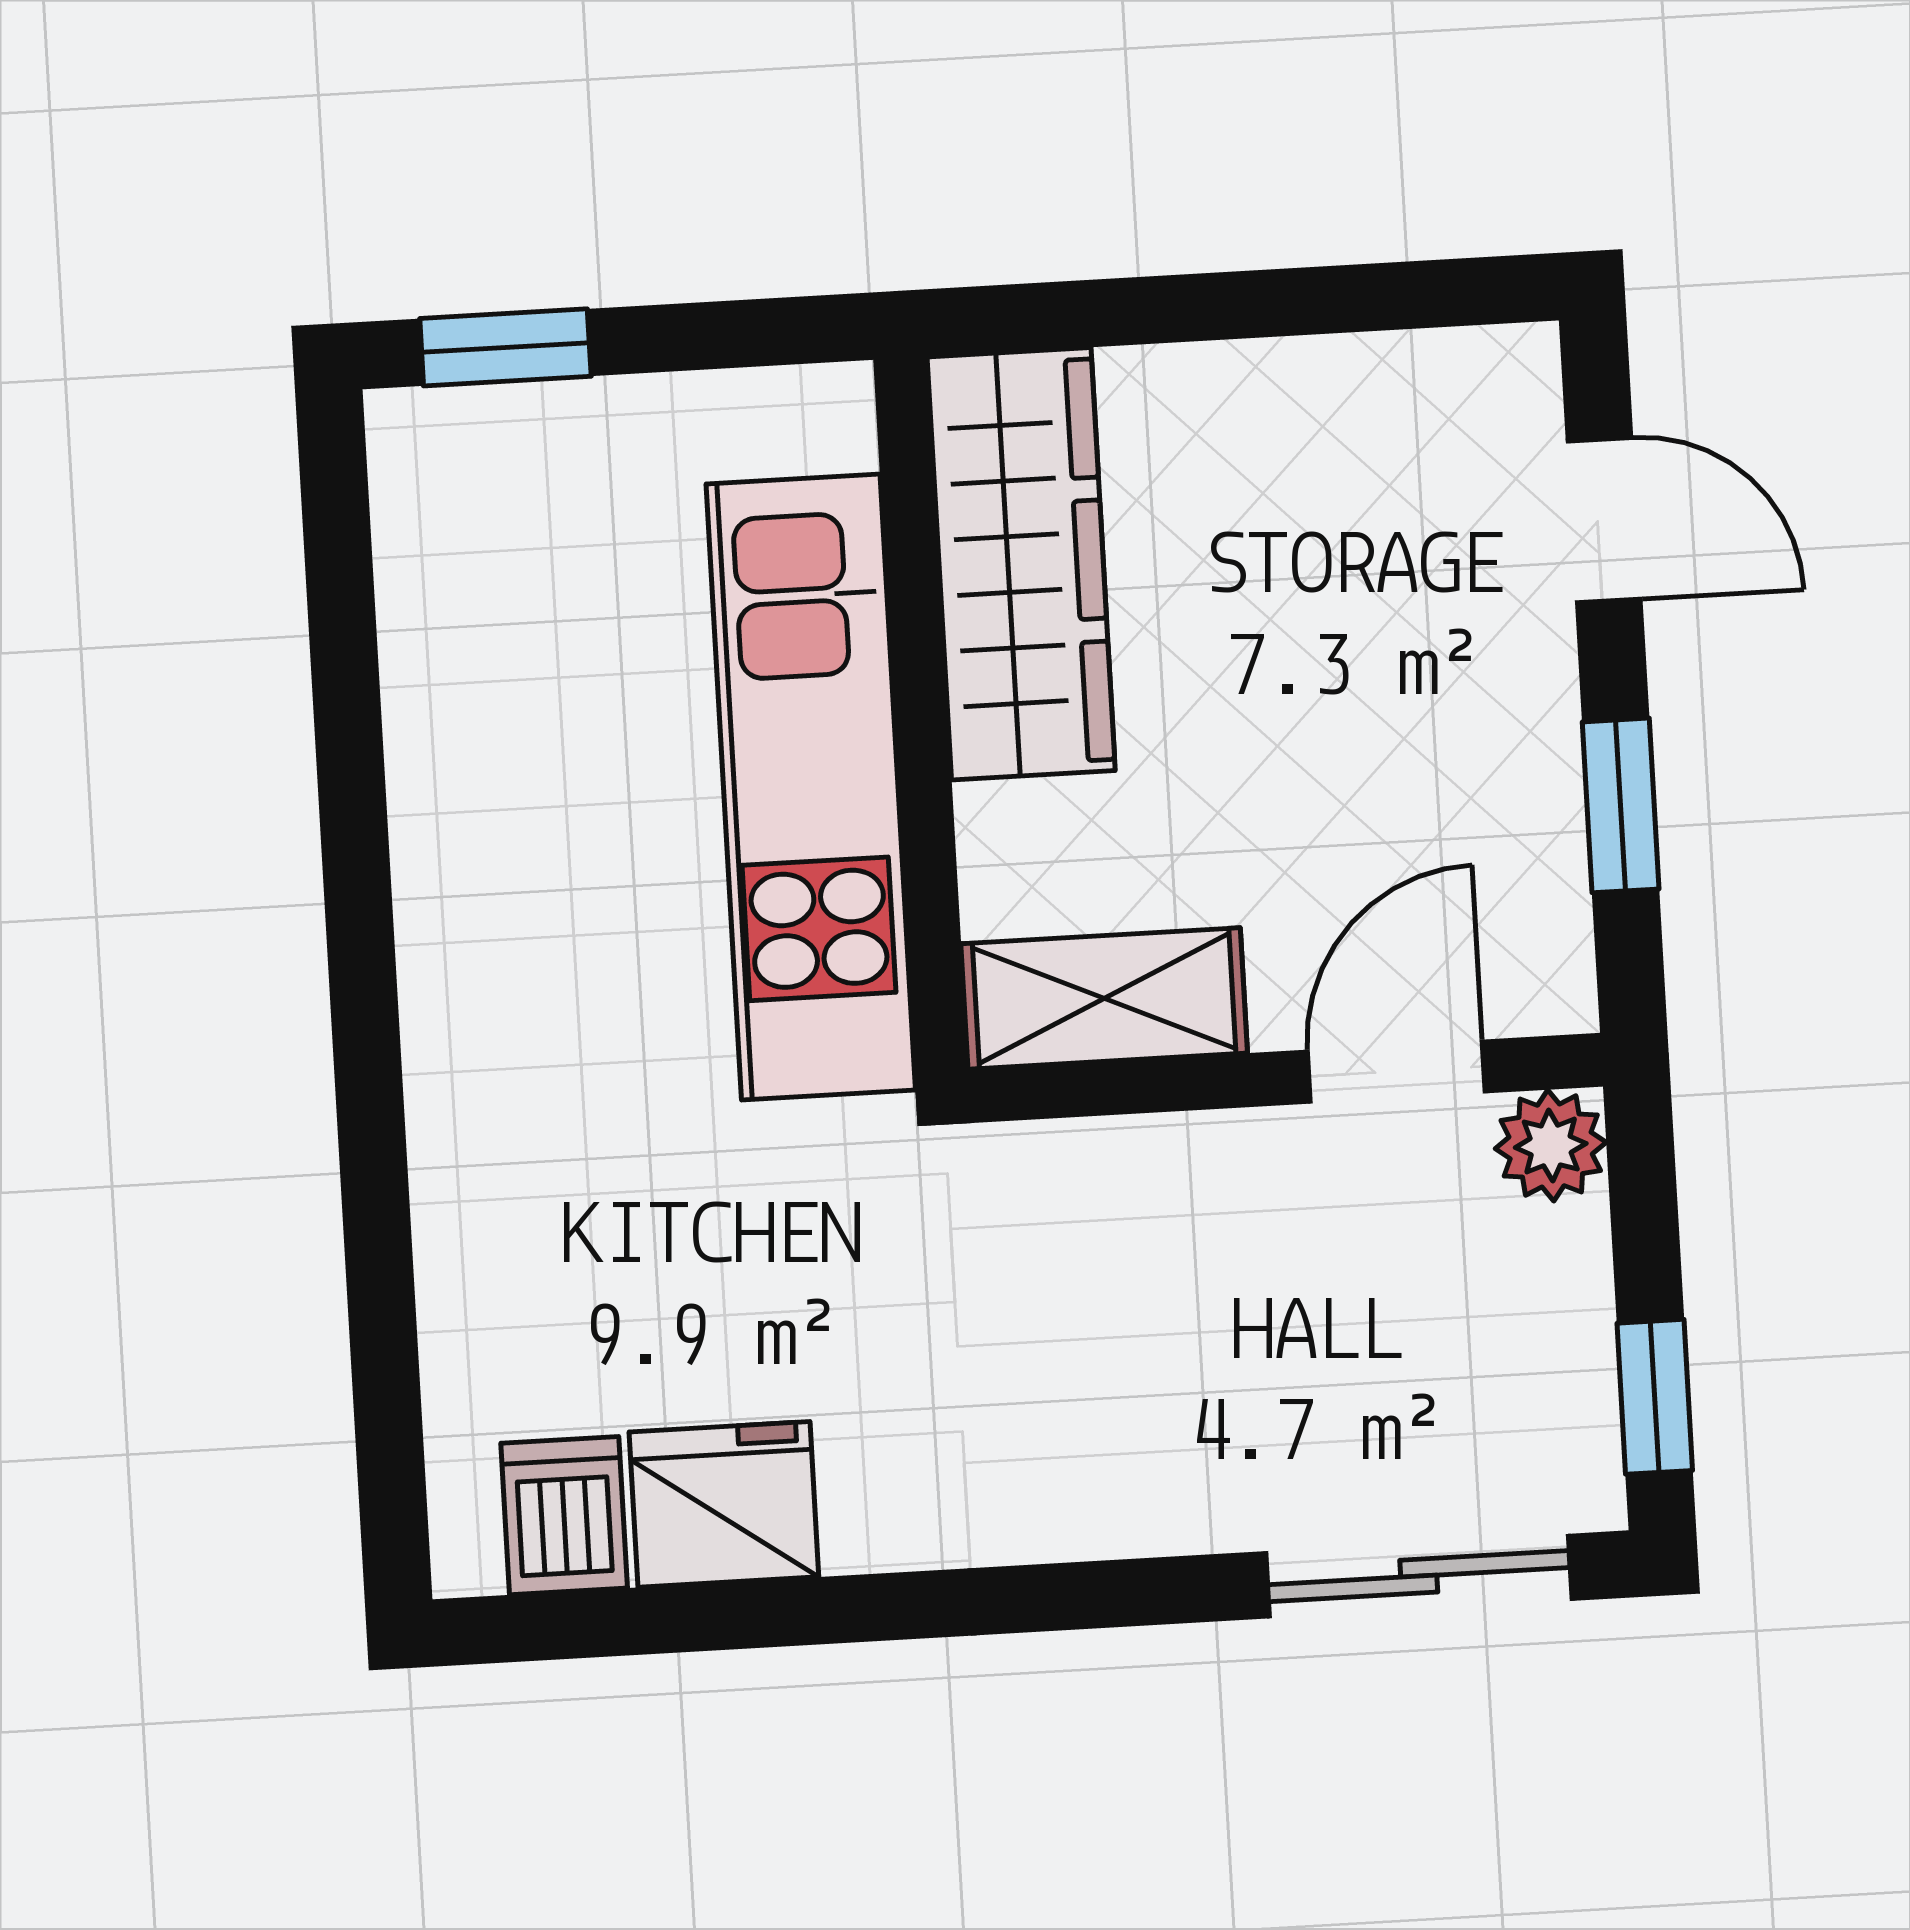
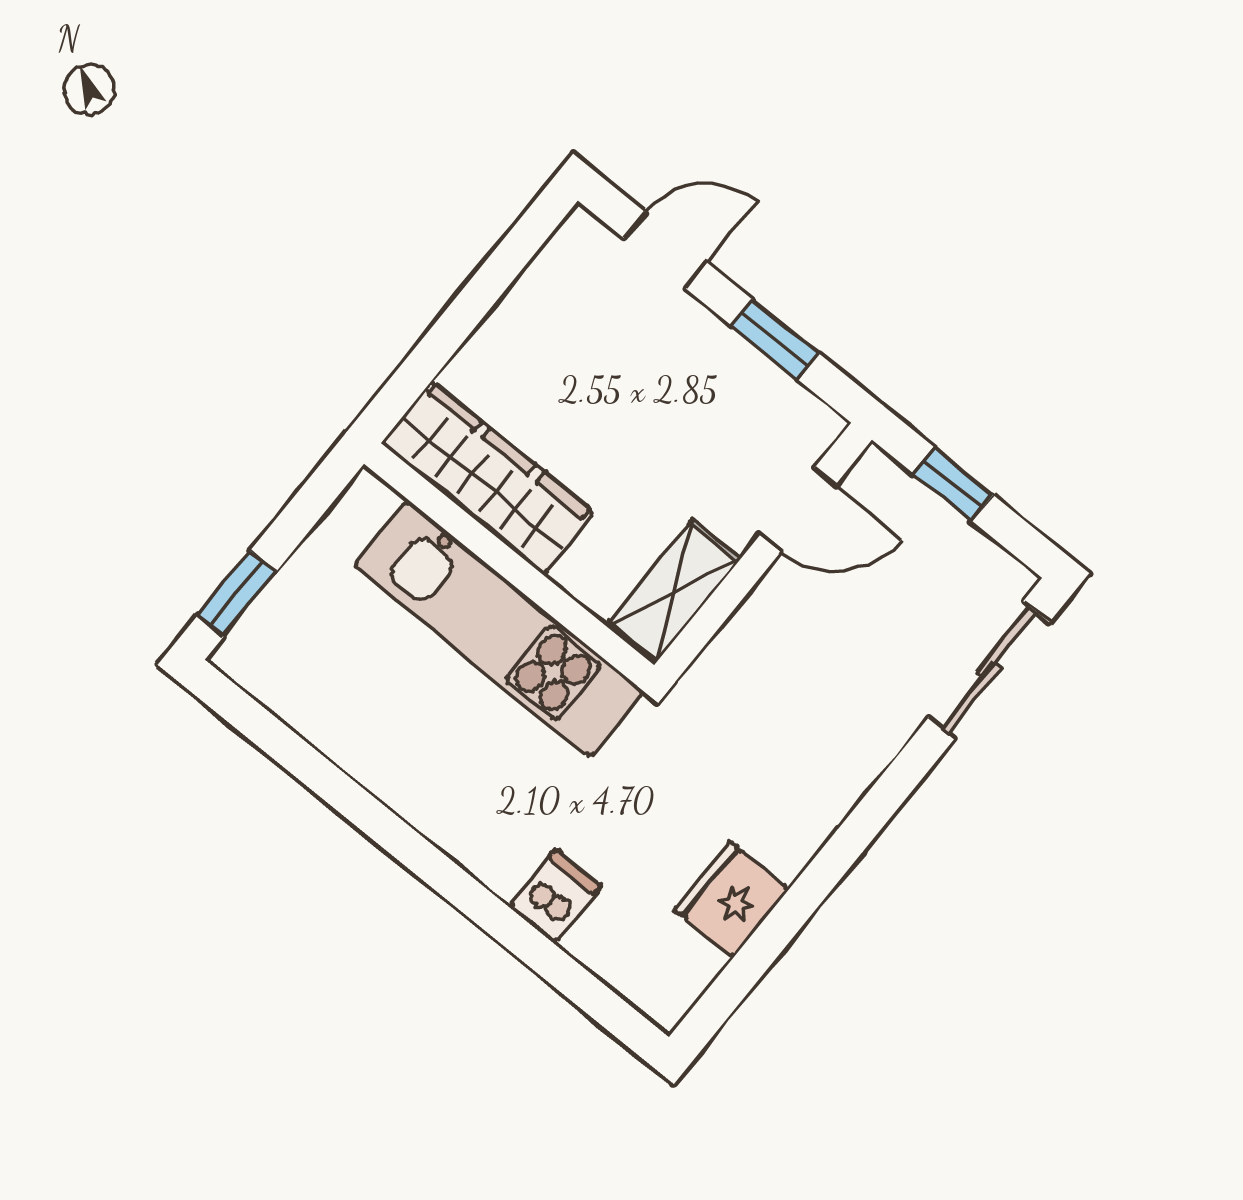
door: (1396, 1072) -> (798, 510), swing flipped
plant: (1551, 1145) -> (876, 478), removed
window: (1655, 1397) -> (953, 484), moved
dishwasher: (564, 1516) -> (555, 896), moved, turned 90

